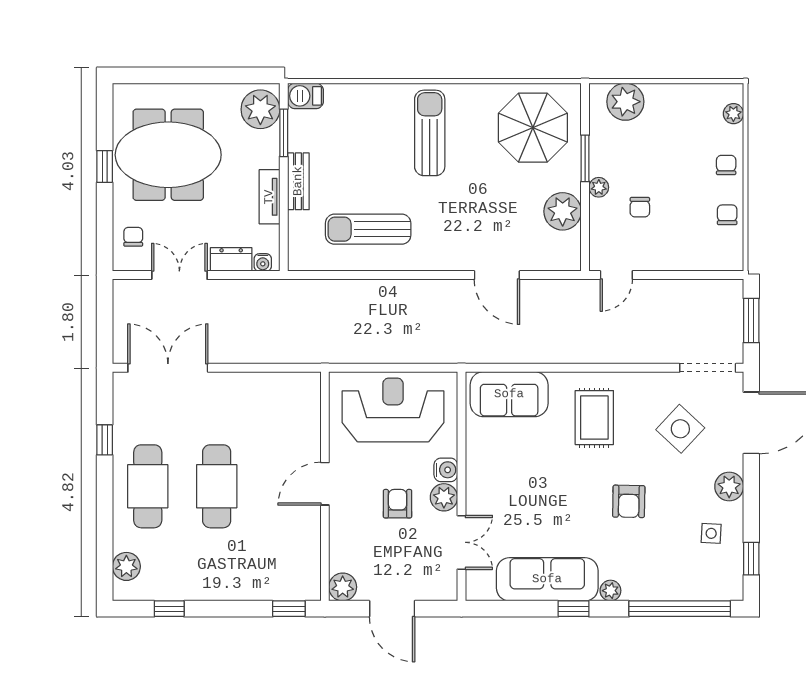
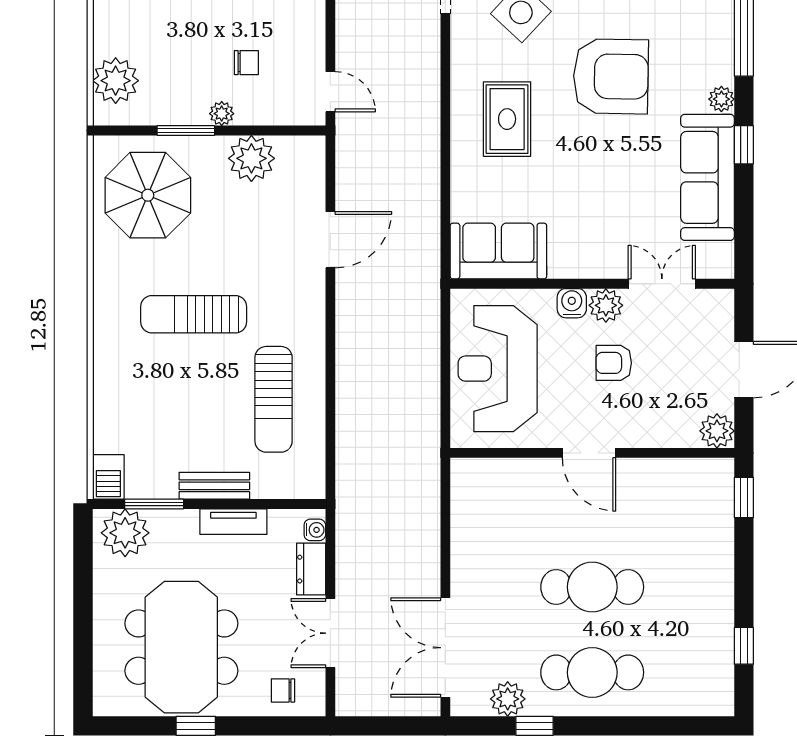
sun lounger: (430, 133) -> (194, 314), moved
sofa: (509, 394) -> (498, 251), moved, turned -90
rug: (594, 418) -> (507, 119), turned 90
armchair: (629, 501) -> (611, 76), width x1.88, depth x1.88
plant: (126, 566) -> (508, 699), moved

